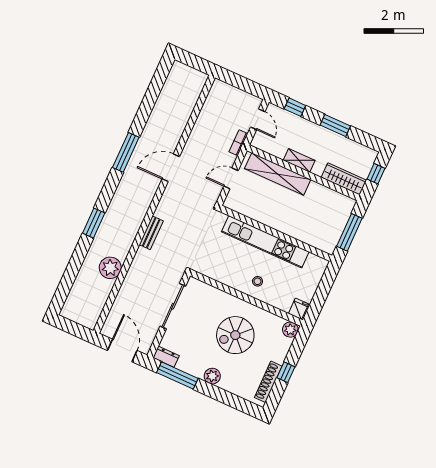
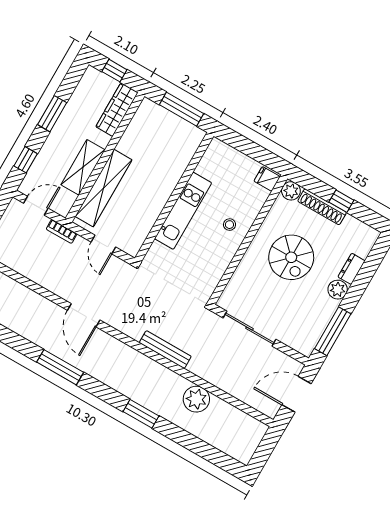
shelving: (299, 160) -> (83, 167), width x1.50, depth x1.33
bench: (151, 233) -> (165, 350), width x1.36
kitchen unit: (265, 242) -> (183, 211), width x0.73
dresser: (166, 357) -> (351, 269), moved
shoe rack: (268, 382) -> (322, 207), moved

